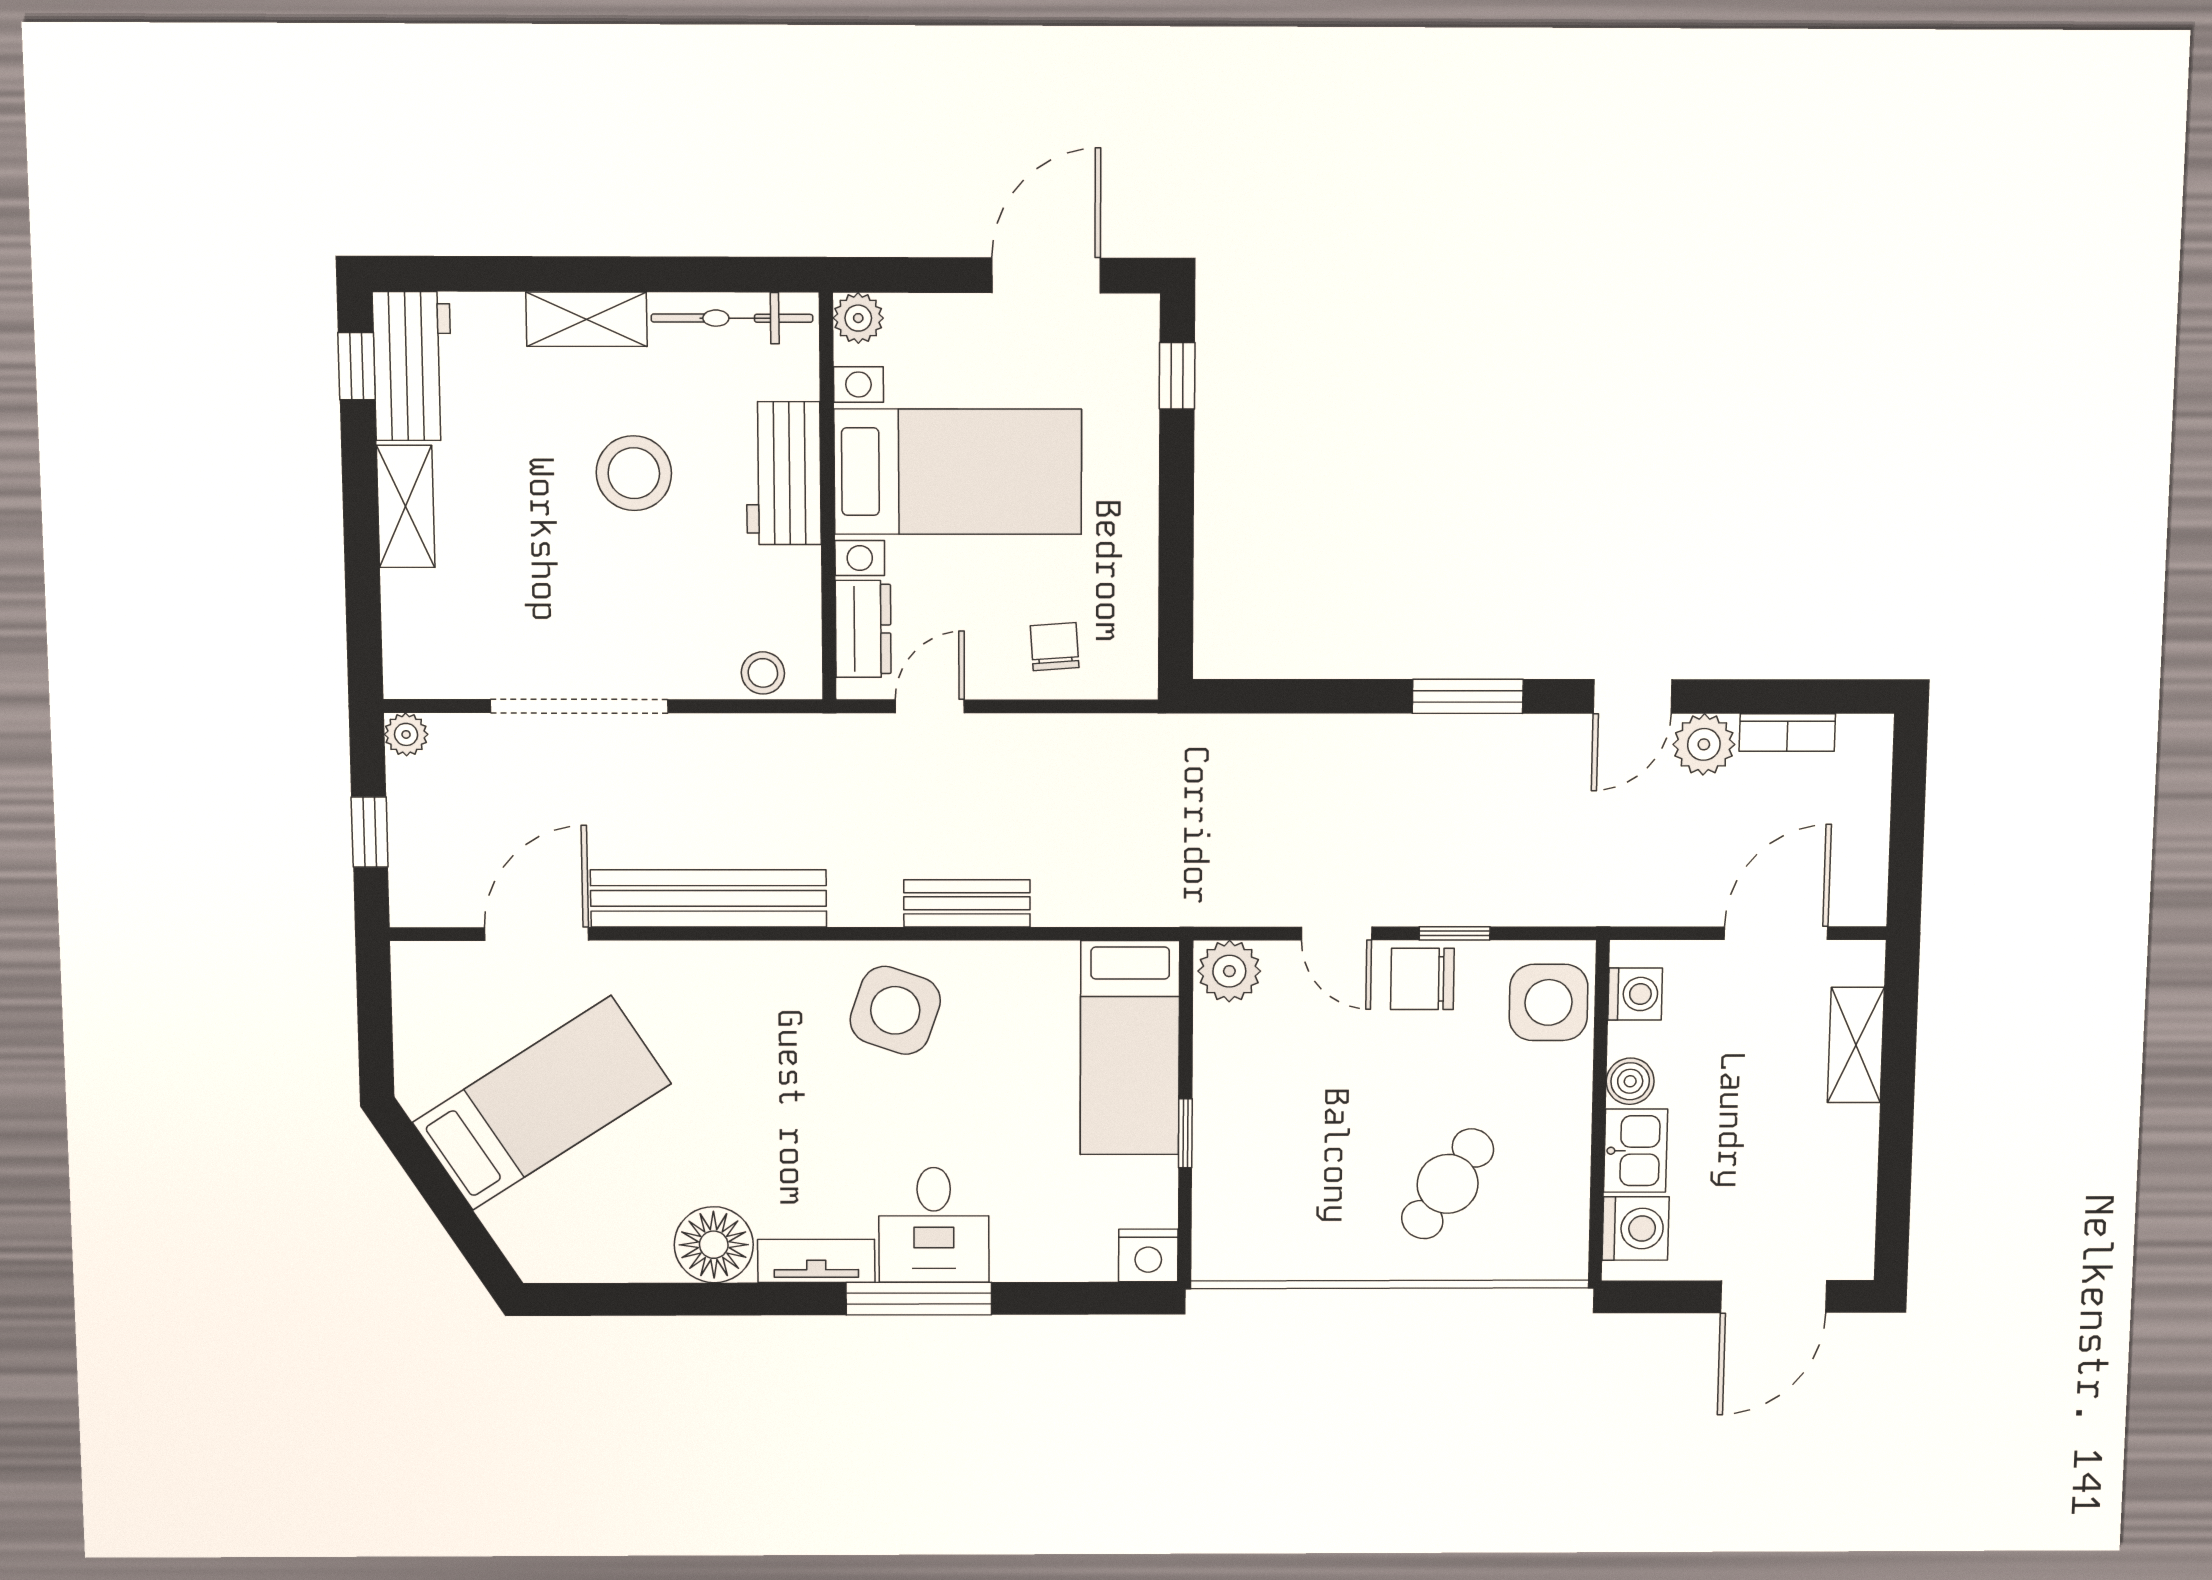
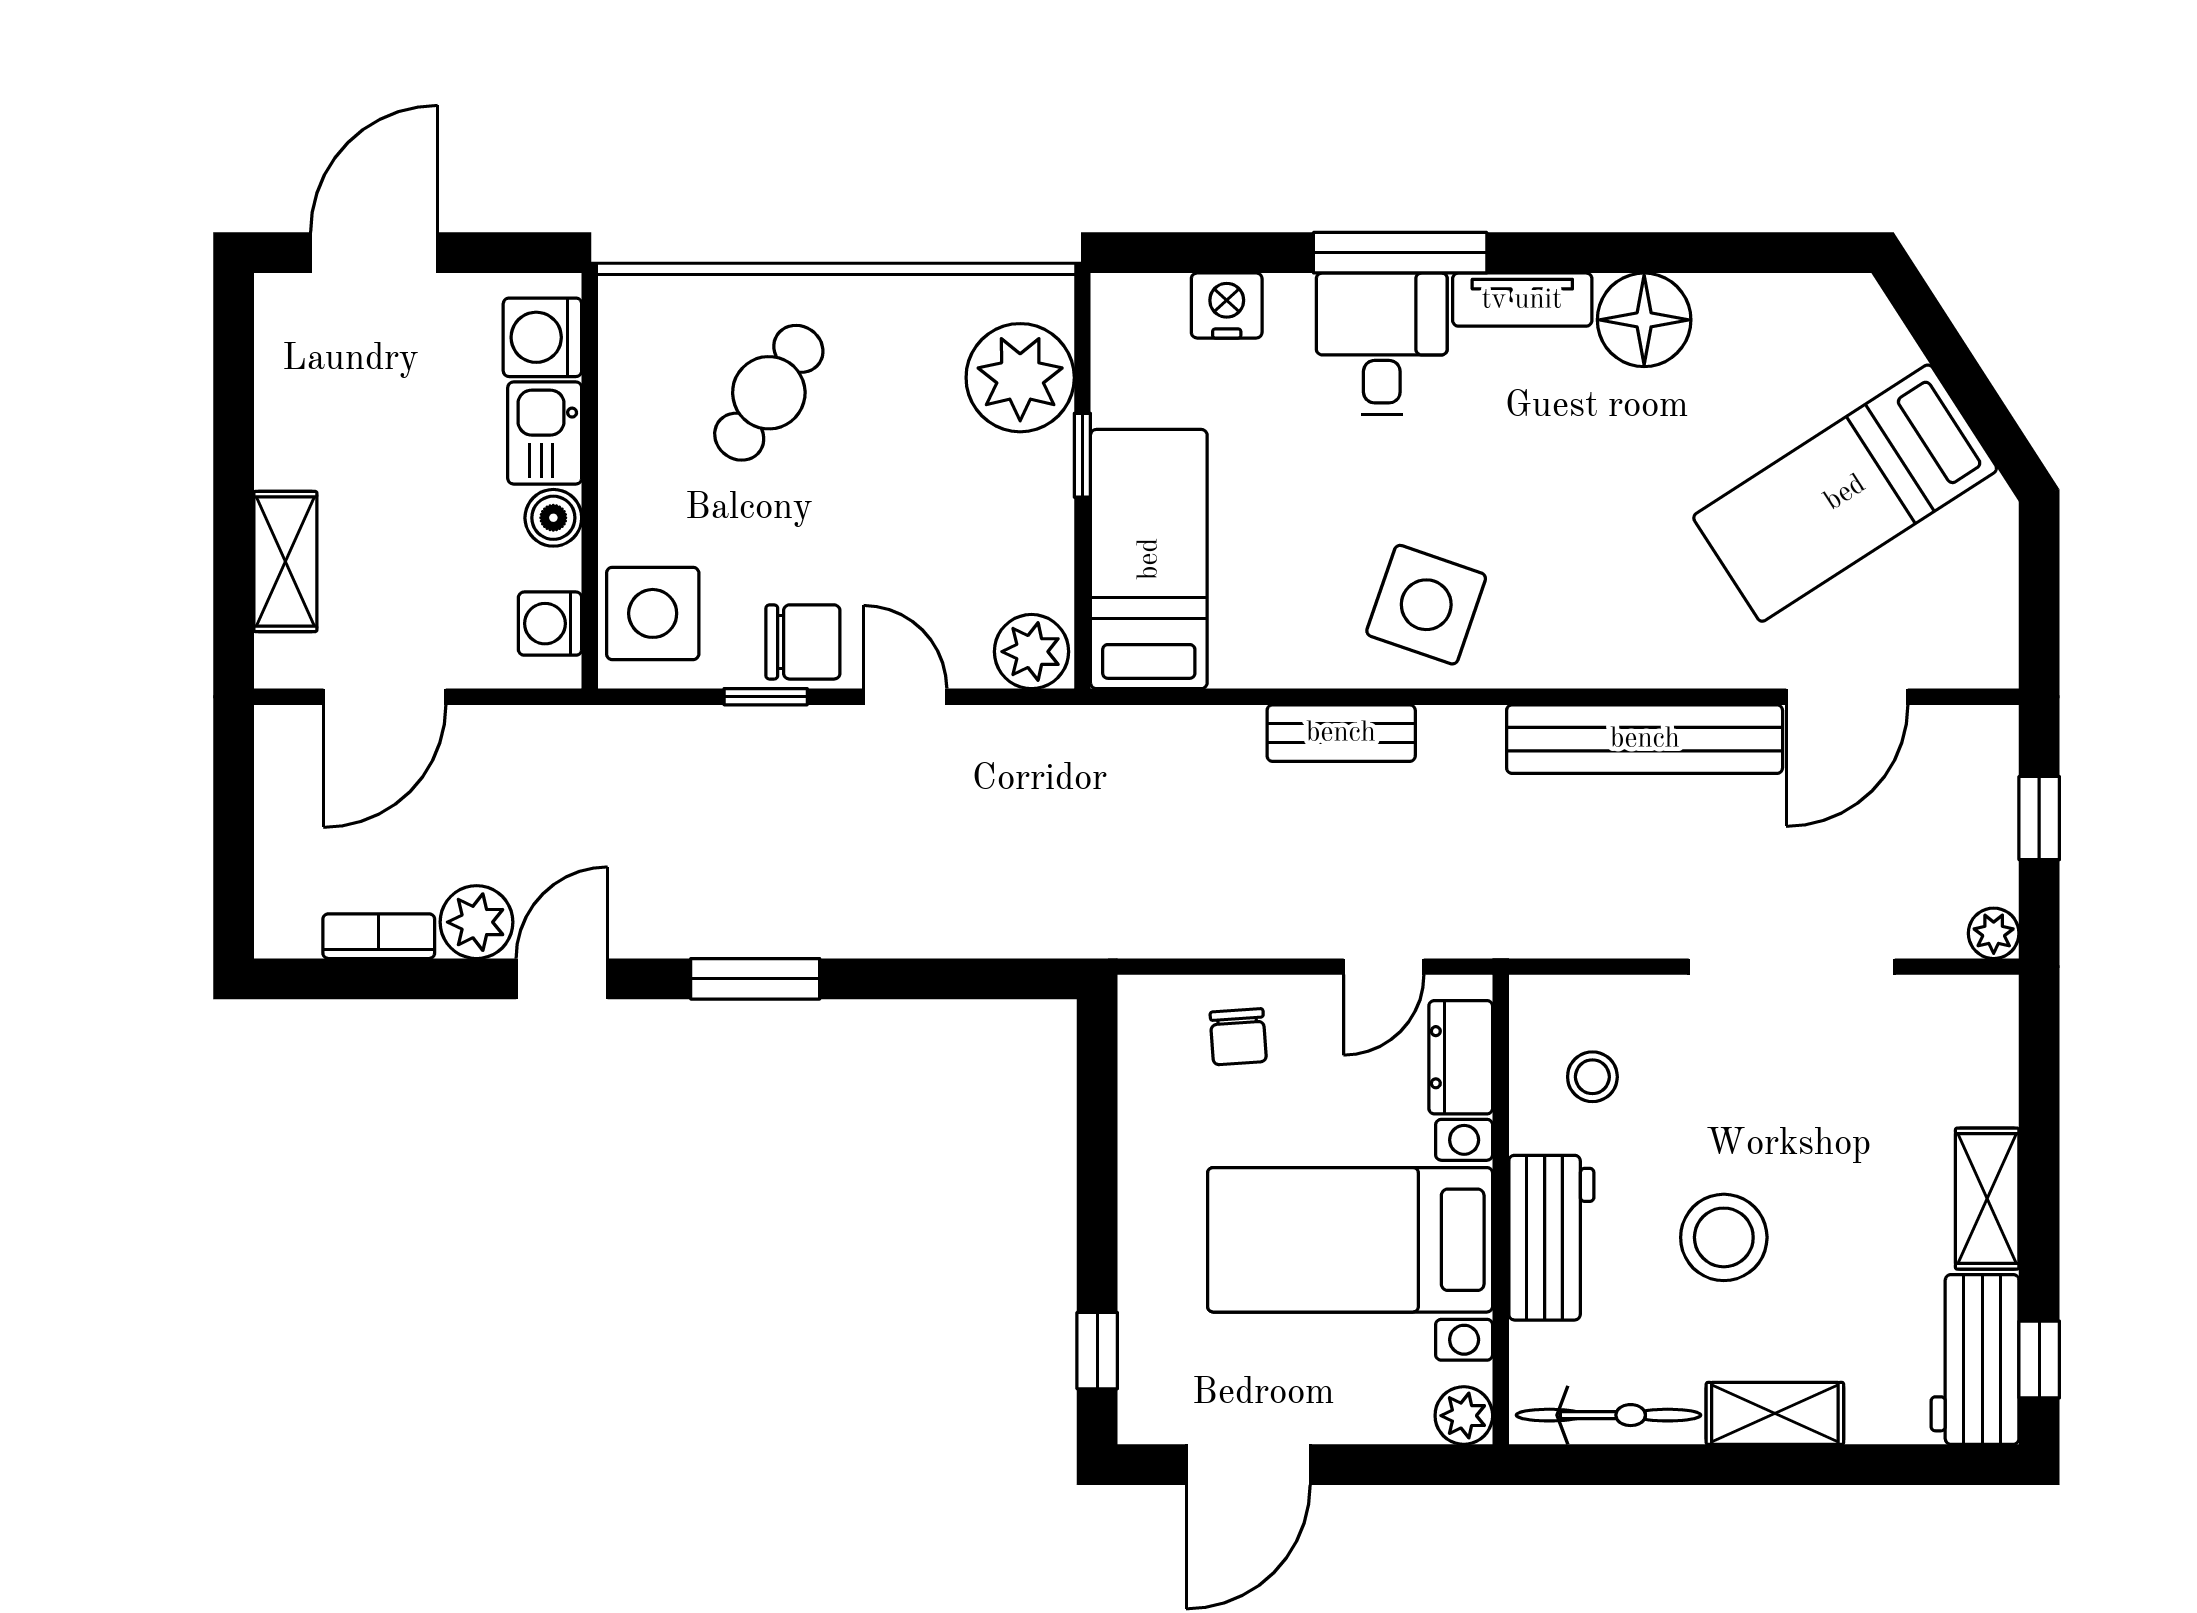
stool: (763, 673) -> (1592, 1077), moved
plant: (1237, 1197) -> (1020, 378), added
nightstand: (1148, 1255) -> (1227, 305), moved

